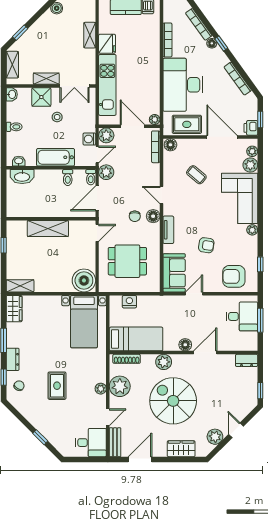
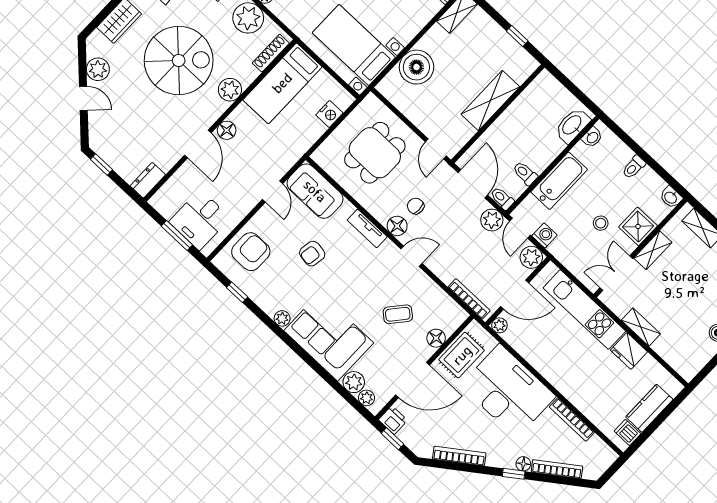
shelving: (90, 35) -> (641, 327), moved
floor lamp: (170, 145) -> (436, 338), moved
boiler: (84, 280) -> (416, 67), moved

